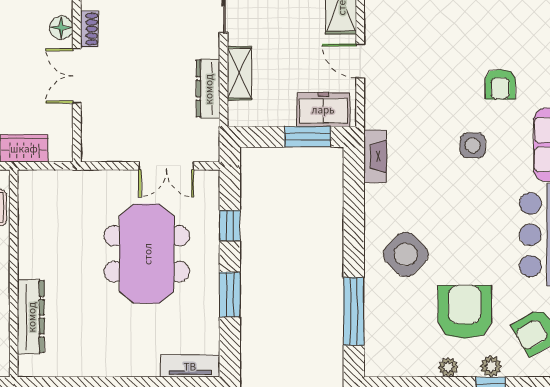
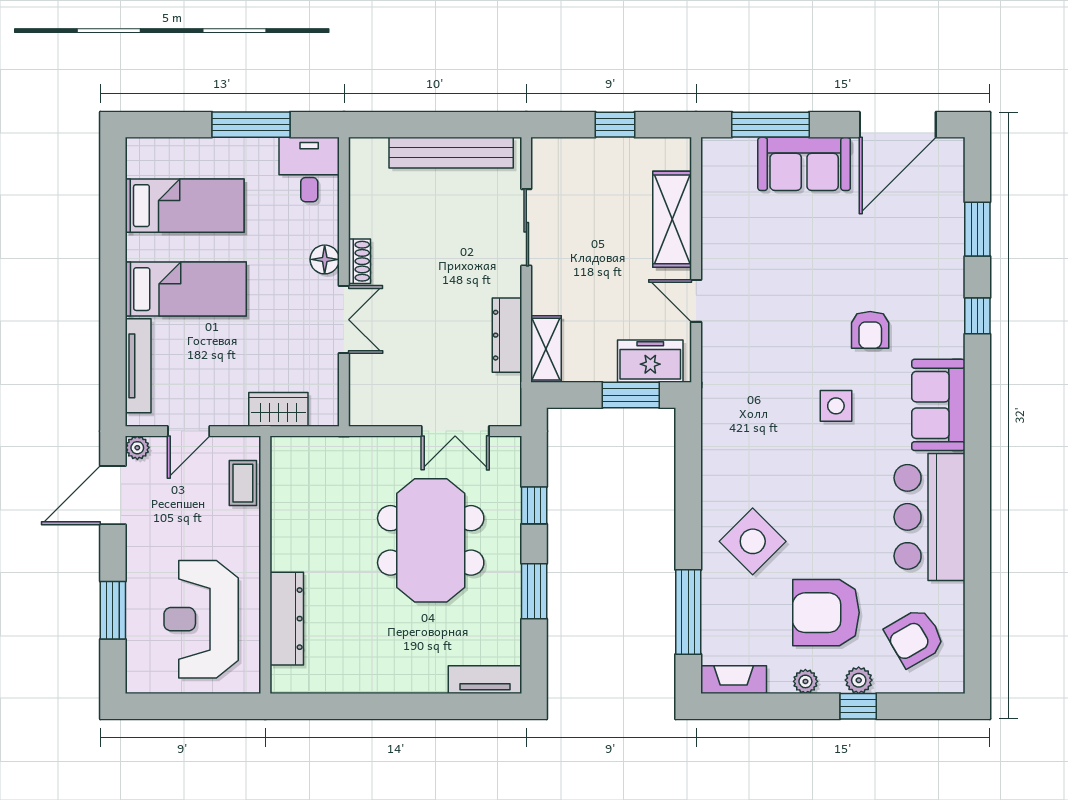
shelving: (239, 73) -> (546, 349), moved
double door: (77, 76) -> (344, 320), swing flipped
fireplace: (375, 156) -> (734, 680), moved, turned -90
armchair: (465, 312) -> (826, 613), turned -90

